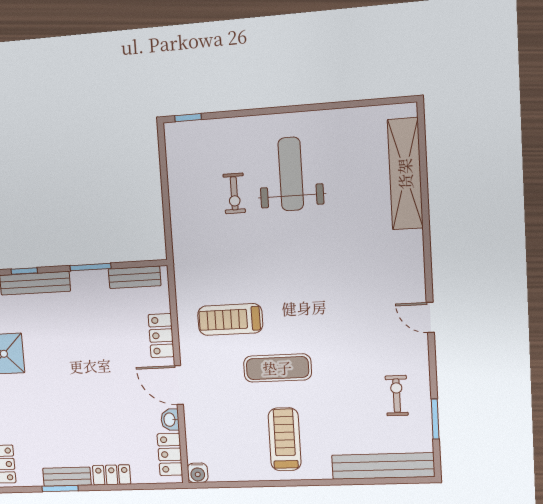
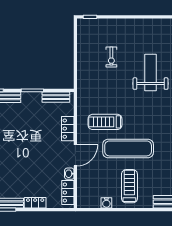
weight bench: (291, 174) -> (150, 72), moved
exercise mat: (277, 368) -> (128, 148), width x1.36, depth x1.45
door: (179, 385) -> (75, 155), swing flipped
water cooler: (198, 473) -> (106, 203), moved

